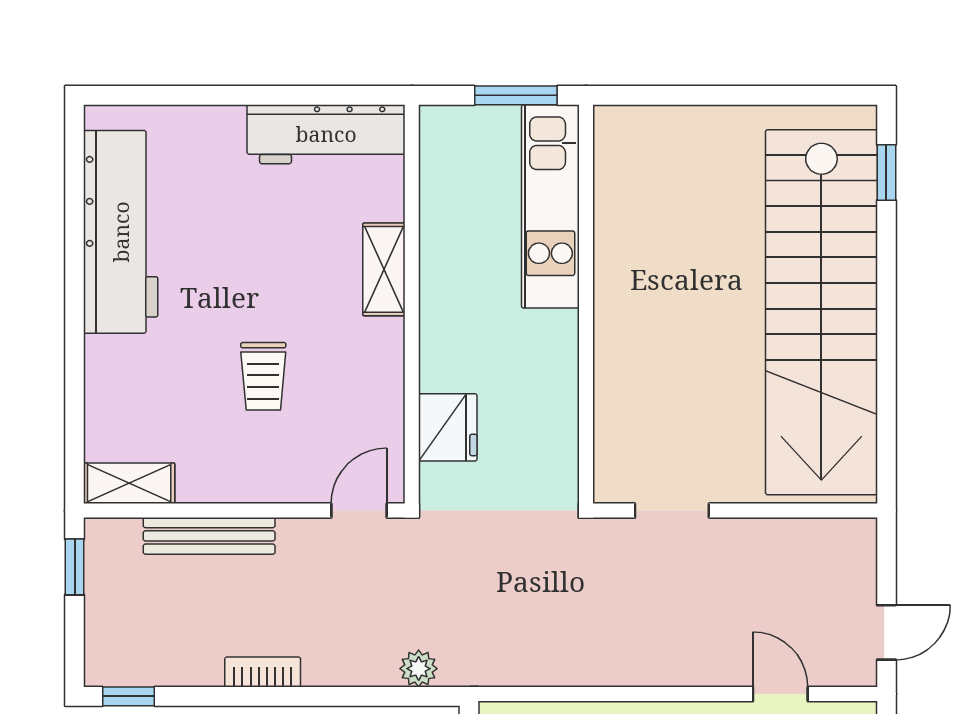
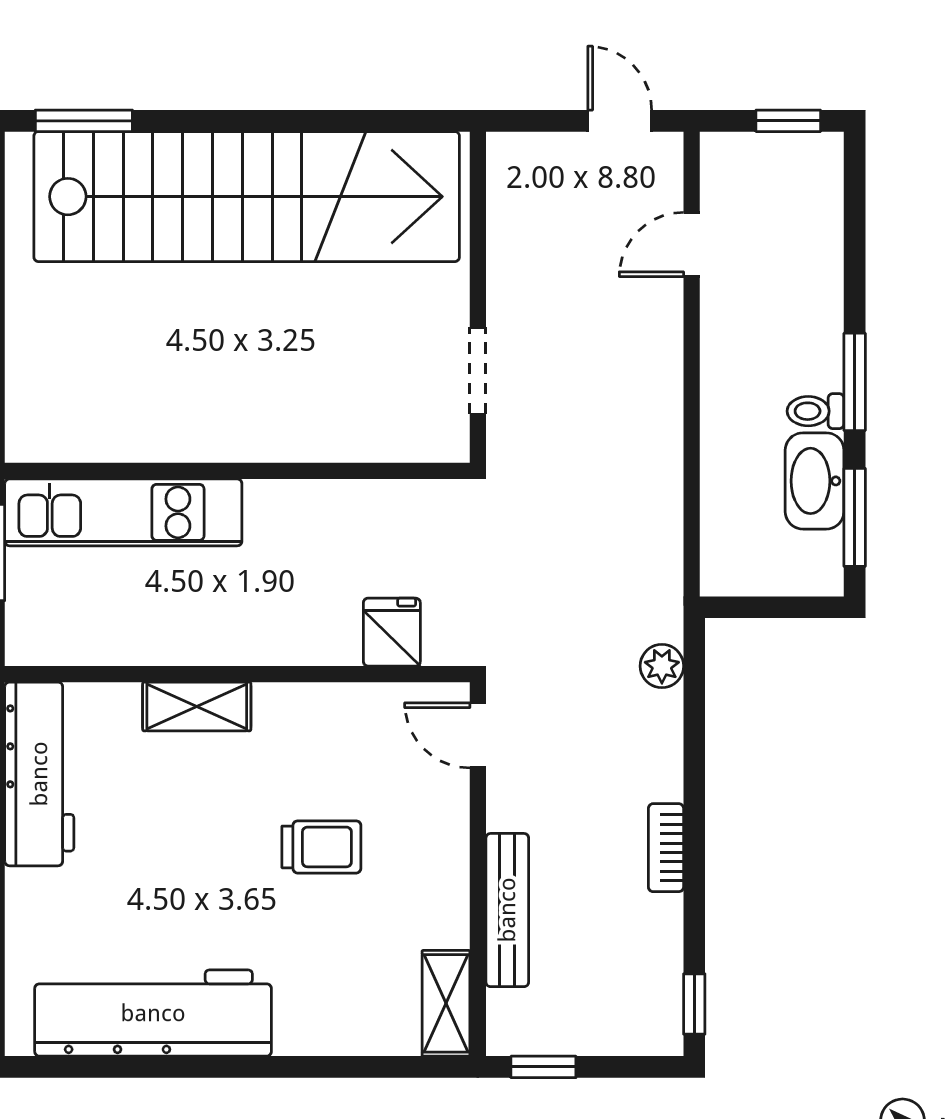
window: (886, 172) -> (84, 121), width x1.50
fridge: (448, 427) -> (392, 632), width x0.72

